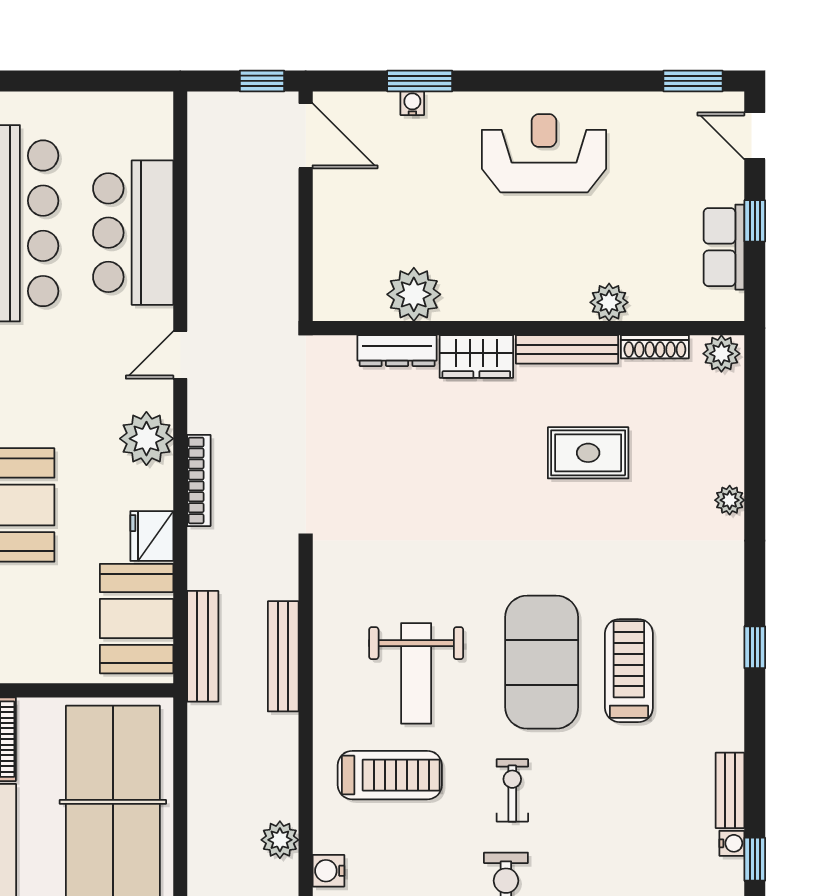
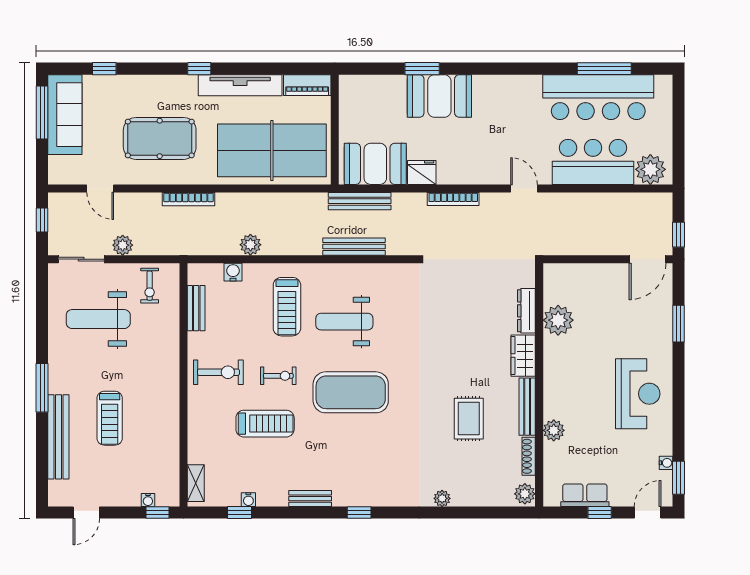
water cooler: (412, 103) -> (666, 463), moved
plant: (146, 439) -> (650, 169), moved
treadmill: (629, 671) -> (265, 424), moved
bench: (730, 790) -> (310, 499), moved

